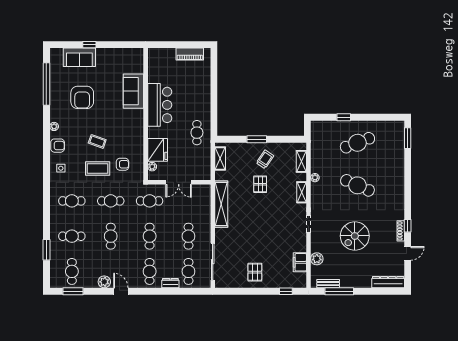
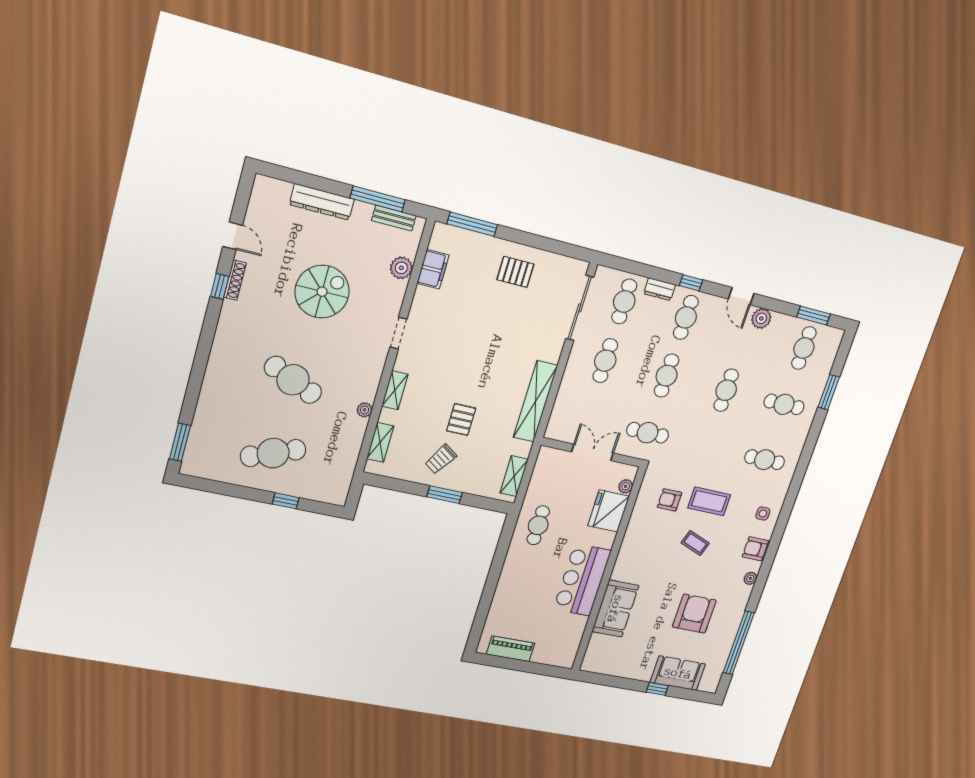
cafe table: (111, 201) -> (707, 446), removed
door: (408, 253) -> (233, 236), swing flipped
pallet: (255, 272) -> (515, 272), turned 90
dresser: (388, 282) -> (322, 202), moved
window: (153, 291) -> (691, 283), added
window: (286, 291) -> (472, 224), width x2.17

